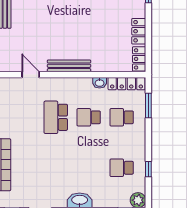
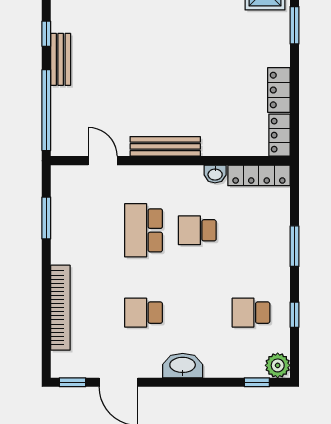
window: (148, 106) -> (295, 246), moved
school desk: (122, 117) -> (144, 313), moved

